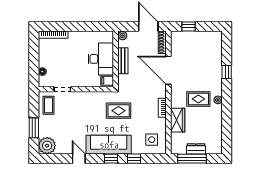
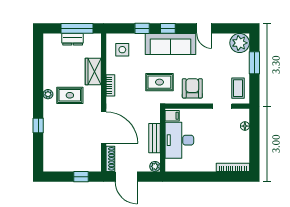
armchair: (89, 105) -> (192, 88), added

